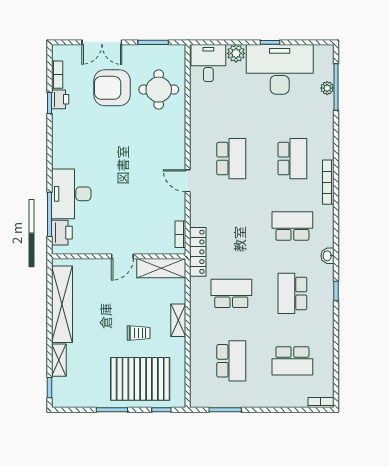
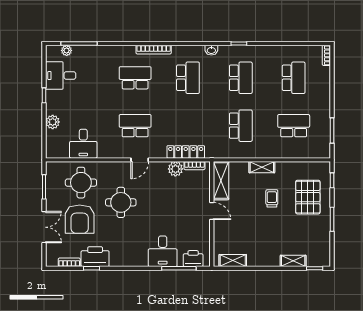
desk: (208, 63) -> (83, 144), moved, turned -90
desk: (280, 69) -> (61, 76), width x0.53, depth x0.77
plant: (327, 88) -> (67, 50), moved
printer: (60, 99) -> (95, 257), width x1.87, depth x1.48
round table: (133, 140) -> (121, 202), added
door: (188, 181) -> (140, 160), moved
desk: (71, 194) -> (163, 251), width x0.73
plant: (176, 210) -> (175, 169), added
school desk: (292, 226) -> (188, 78), turned 180
locker: (198, 252) -> (186, 152), moved
school desk: (231, 293) -> (241, 126), turned 180
school desk: (292, 293) -> (241, 78), turned -90
shelving: (62, 304) -> (233, 260), width x0.45, depth x0.75
pallet: (140, 379) -> (308, 197), width x0.73, depth x0.71

